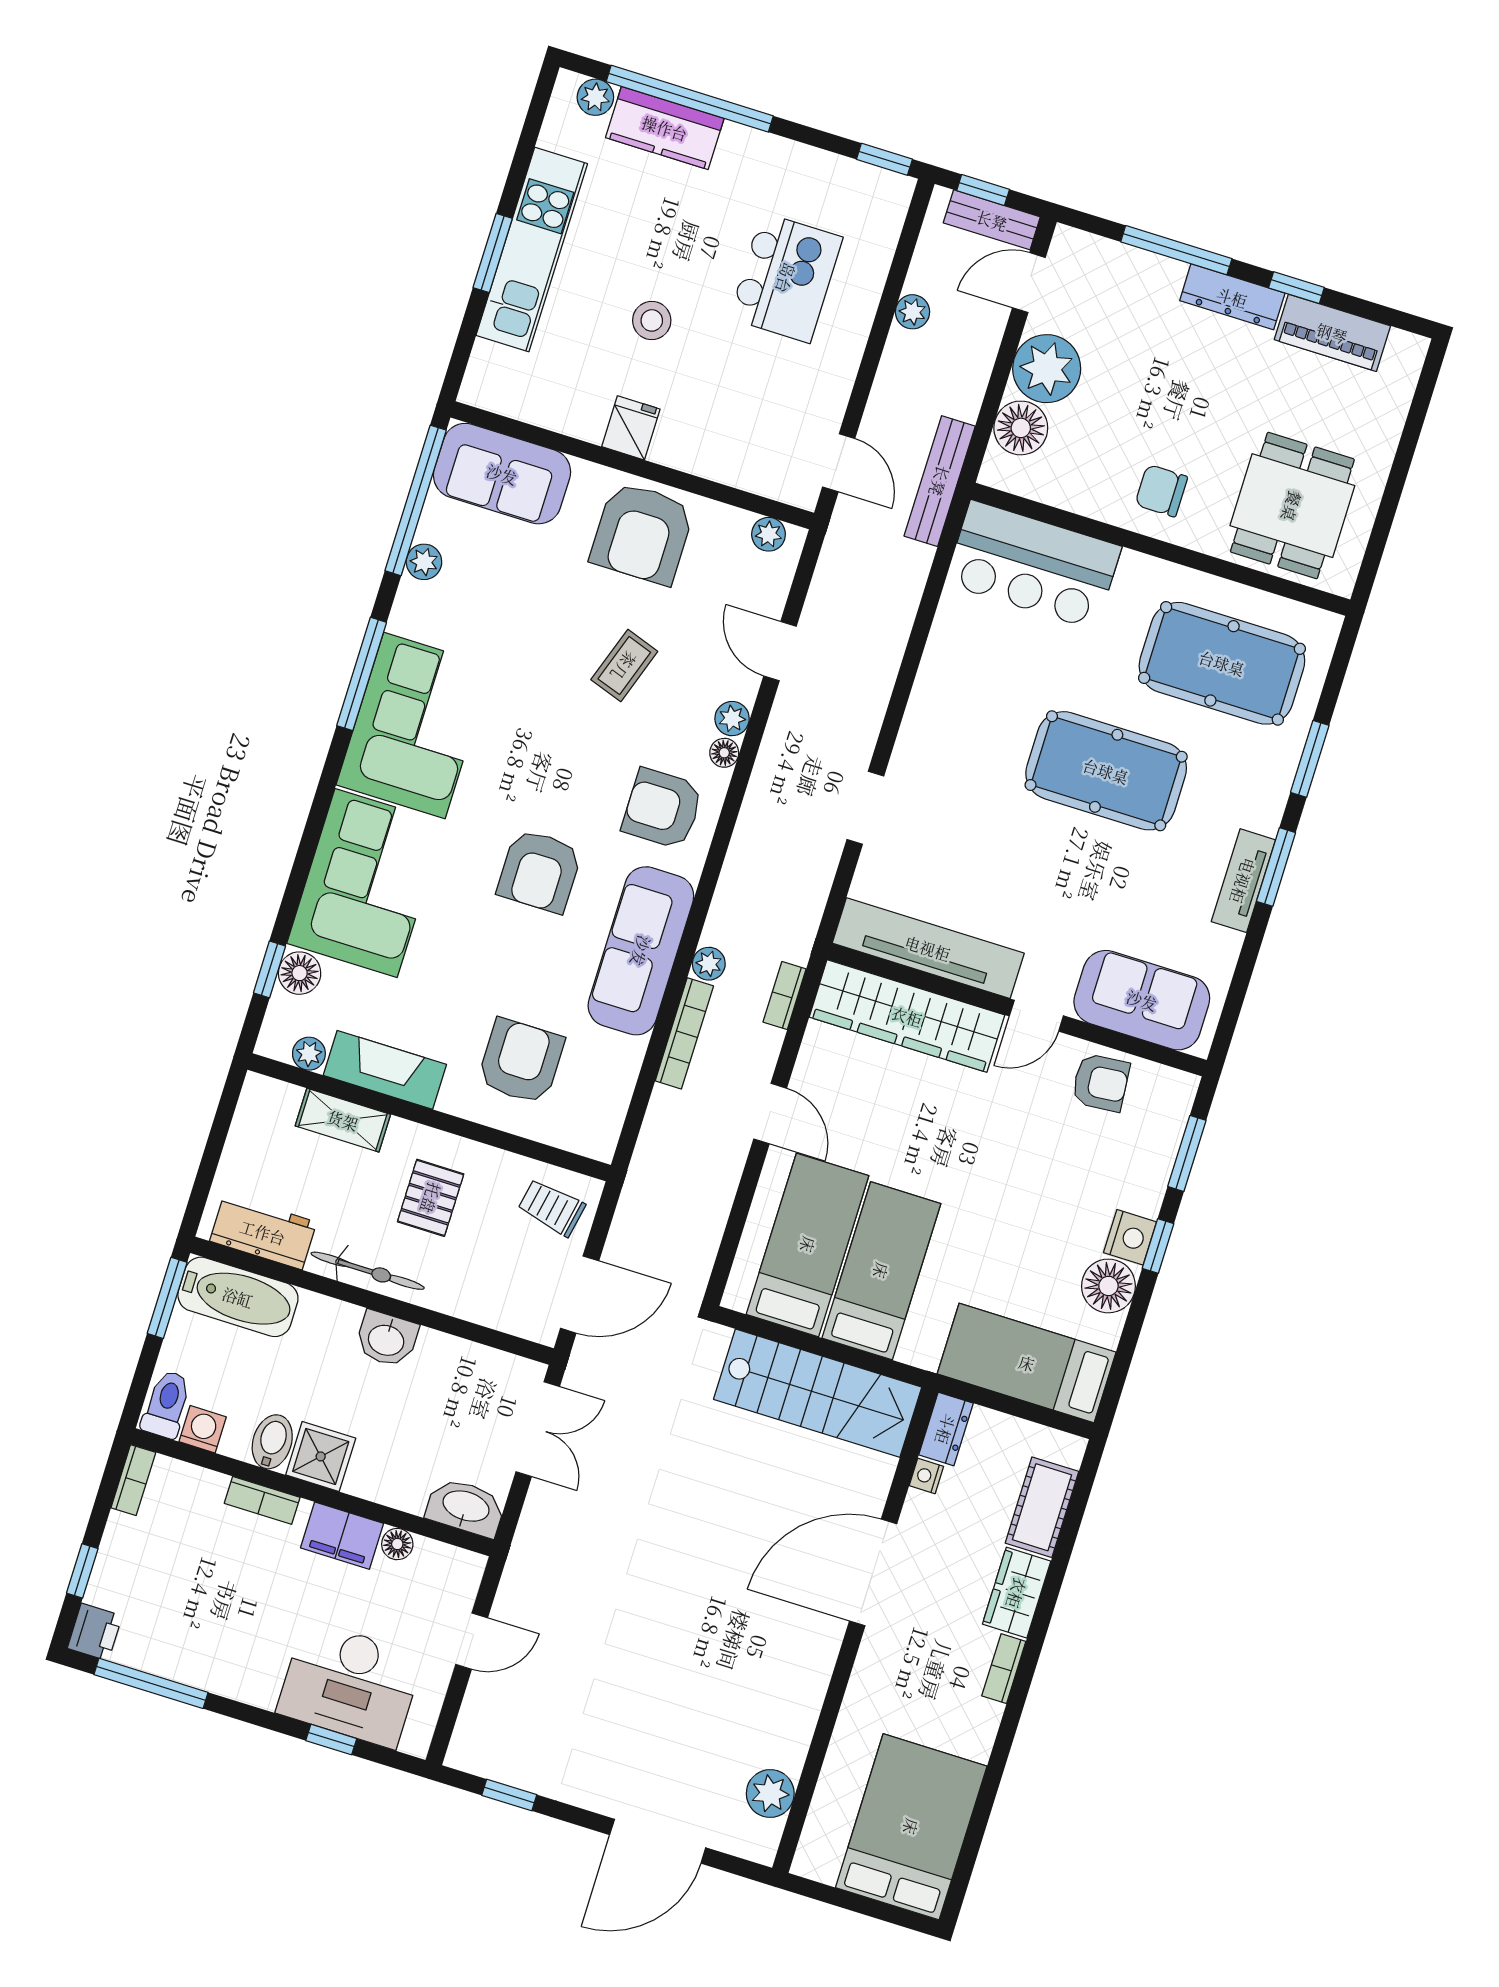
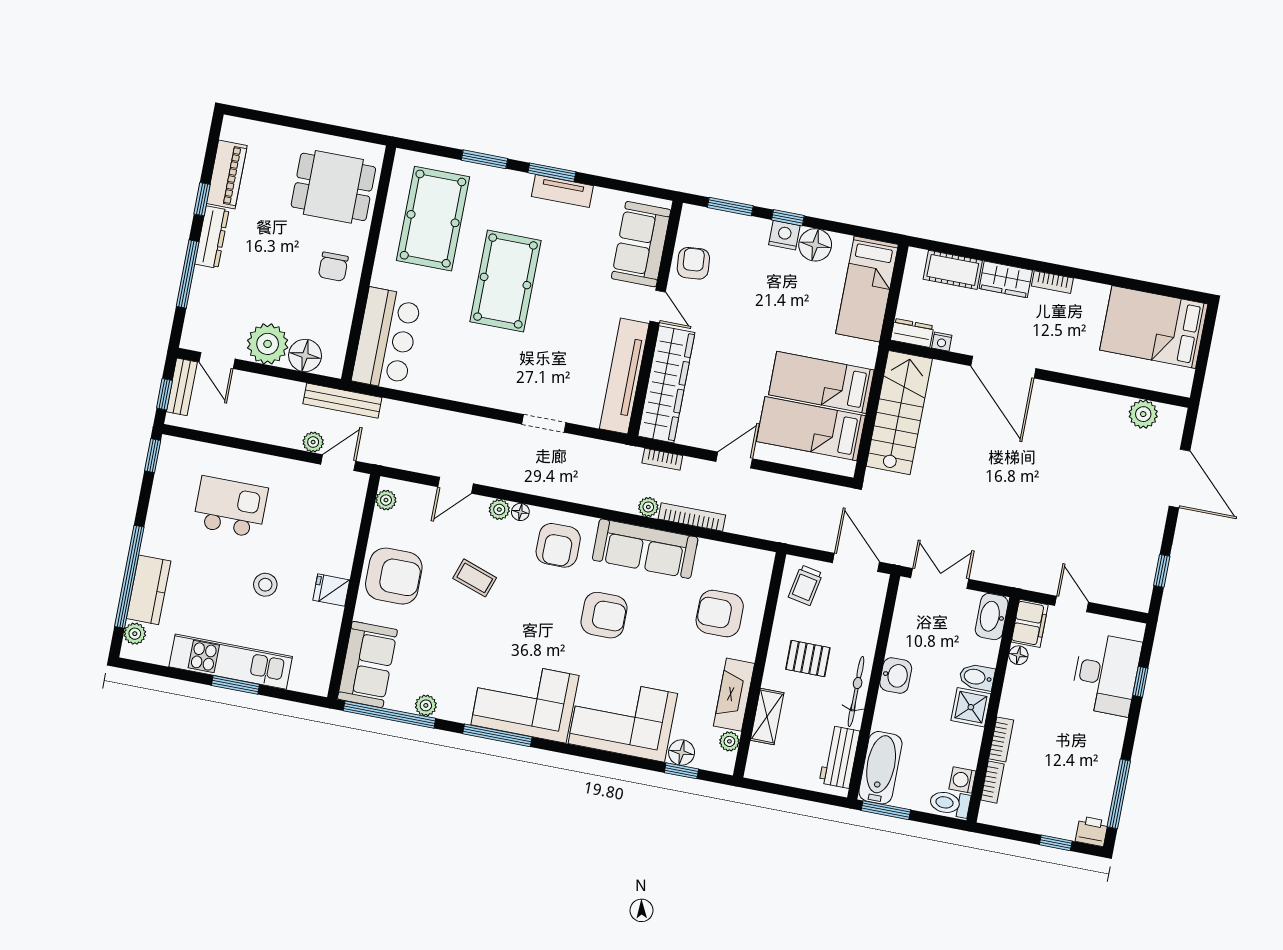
plant: (912, 312) -> (313, 442), moved
bidet: (272, 1442) -> (977, 677), moved
bookcase: (133, 1480) -> (992, 782), moved, turned 90
filing cabinet: (342, 1536) -> (1030, 623), moved

